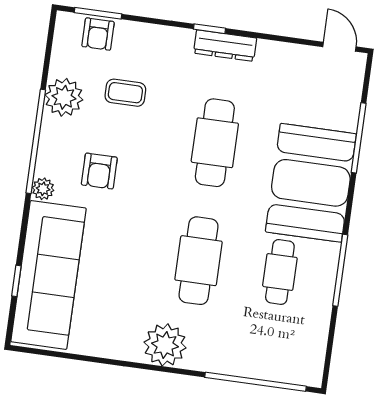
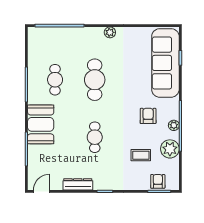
dresser: (225, 46) -> (78, 184), moved
door: (339, 47) -> (42, 191), swing flipped
cafe table: (215, 143) -> (95, 137), width x0.73, depth x0.74
booth: (311, 183) -> (41, 124), width x0.73, depth x0.70
plant: (43, 189) -> (174, 125), moved
plant: (165, 345) -> (110, 32), width x0.53, depth x0.53

